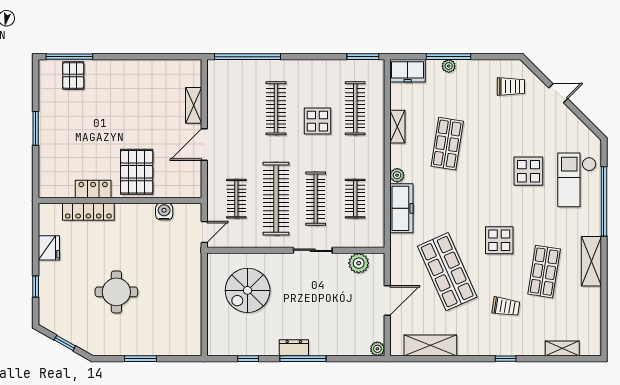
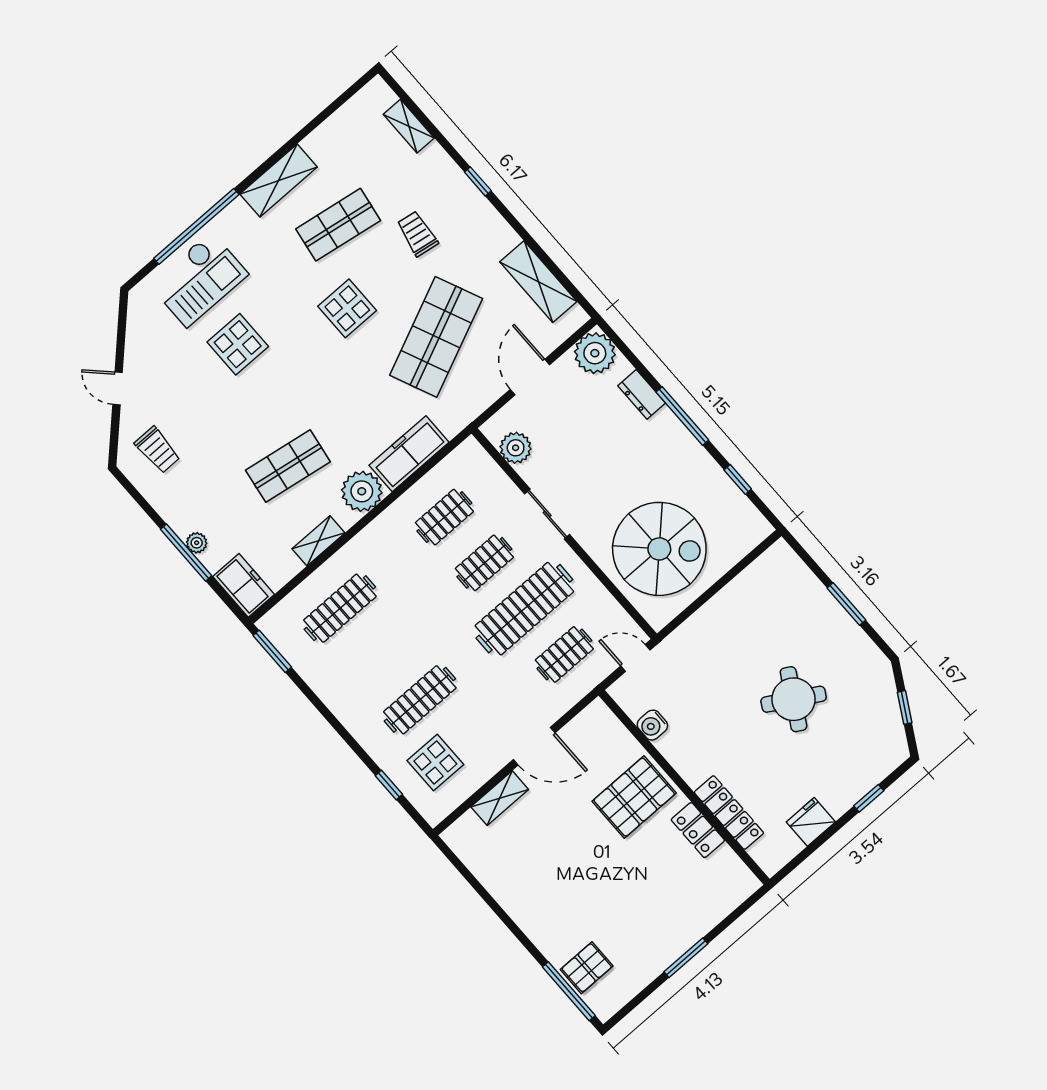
window: (248, 57) -> (389, 785), width x0.32
trolley: (511, 87) -> (157, 450), turned 180
display table: (317, 121) -> (435, 763), moved
plant: (397, 175) -> (362, 491), width x1.88, depth x1.88
clothes rail: (316, 199) -> (484, 563), width x0.73
spiral stairs: (248, 290) -> (659, 549), width x1.37, depth x1.37
round table: (116, 292) -> (794, 699), turned 30
door: (387, 300) -> (530, 377), hinge flipped
dresser: (294, 348) -> (642, 394), moved
plant: (377, 349) -> (595, 353), width x1.88, depth x1.88

